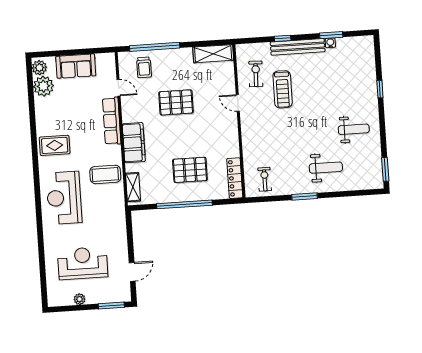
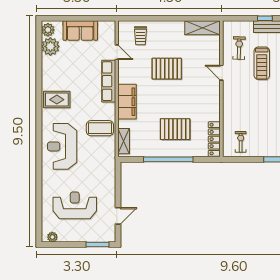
window: (155, 47) -> (151, 18), removed
plant: (80, 299) -> (52, 237), moved

